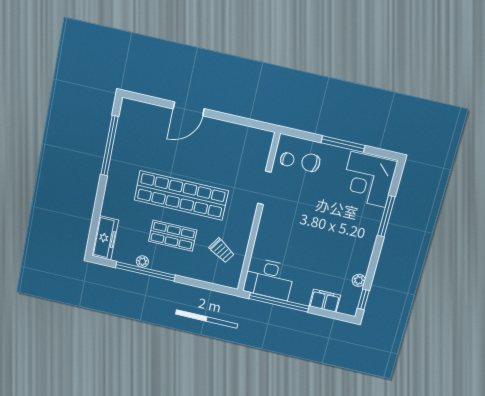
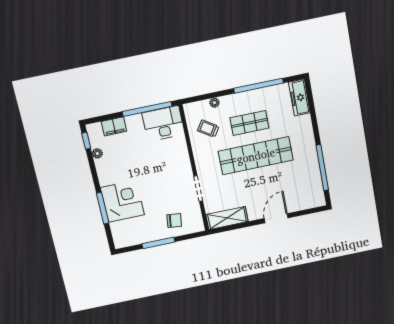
shelving: (247, 137) -> (227, 218), added
chair: (287, 159) -> (192, 215), removed
corner desk: (368, 179) -> (122, 201), moved
plant: (142, 262) -> (214, 103), moved

